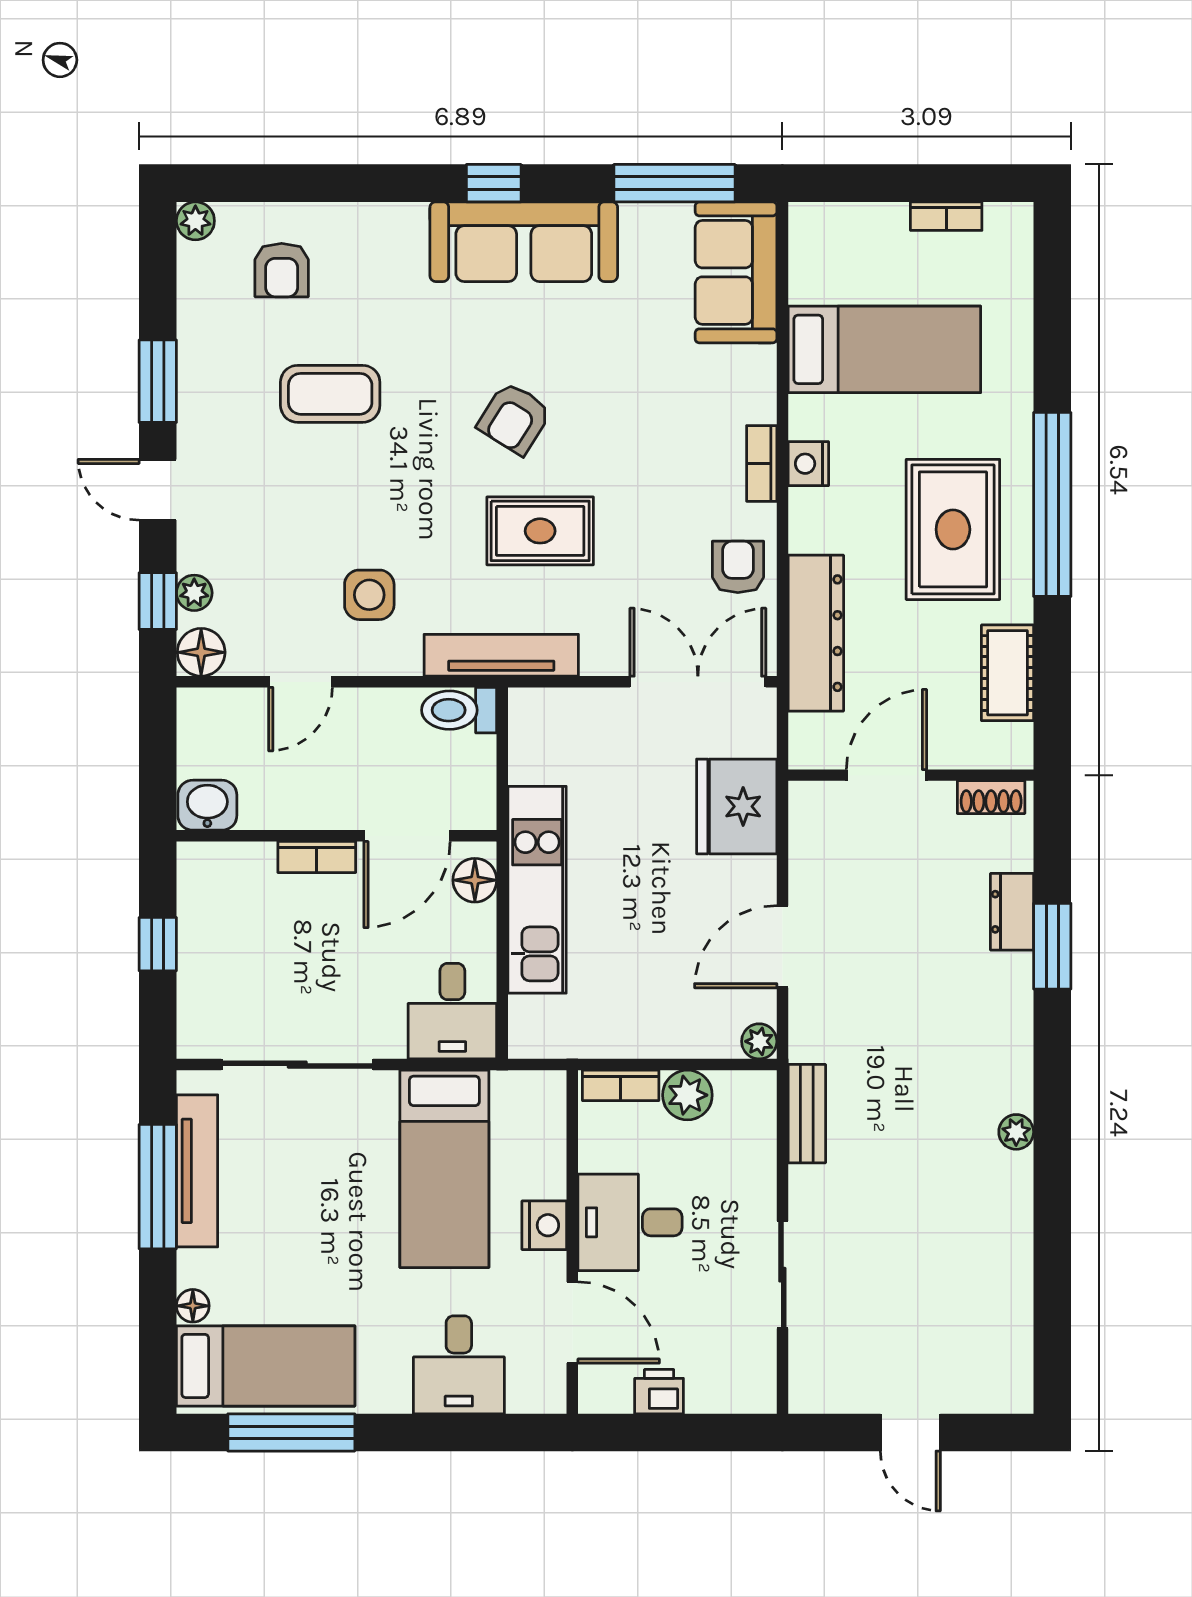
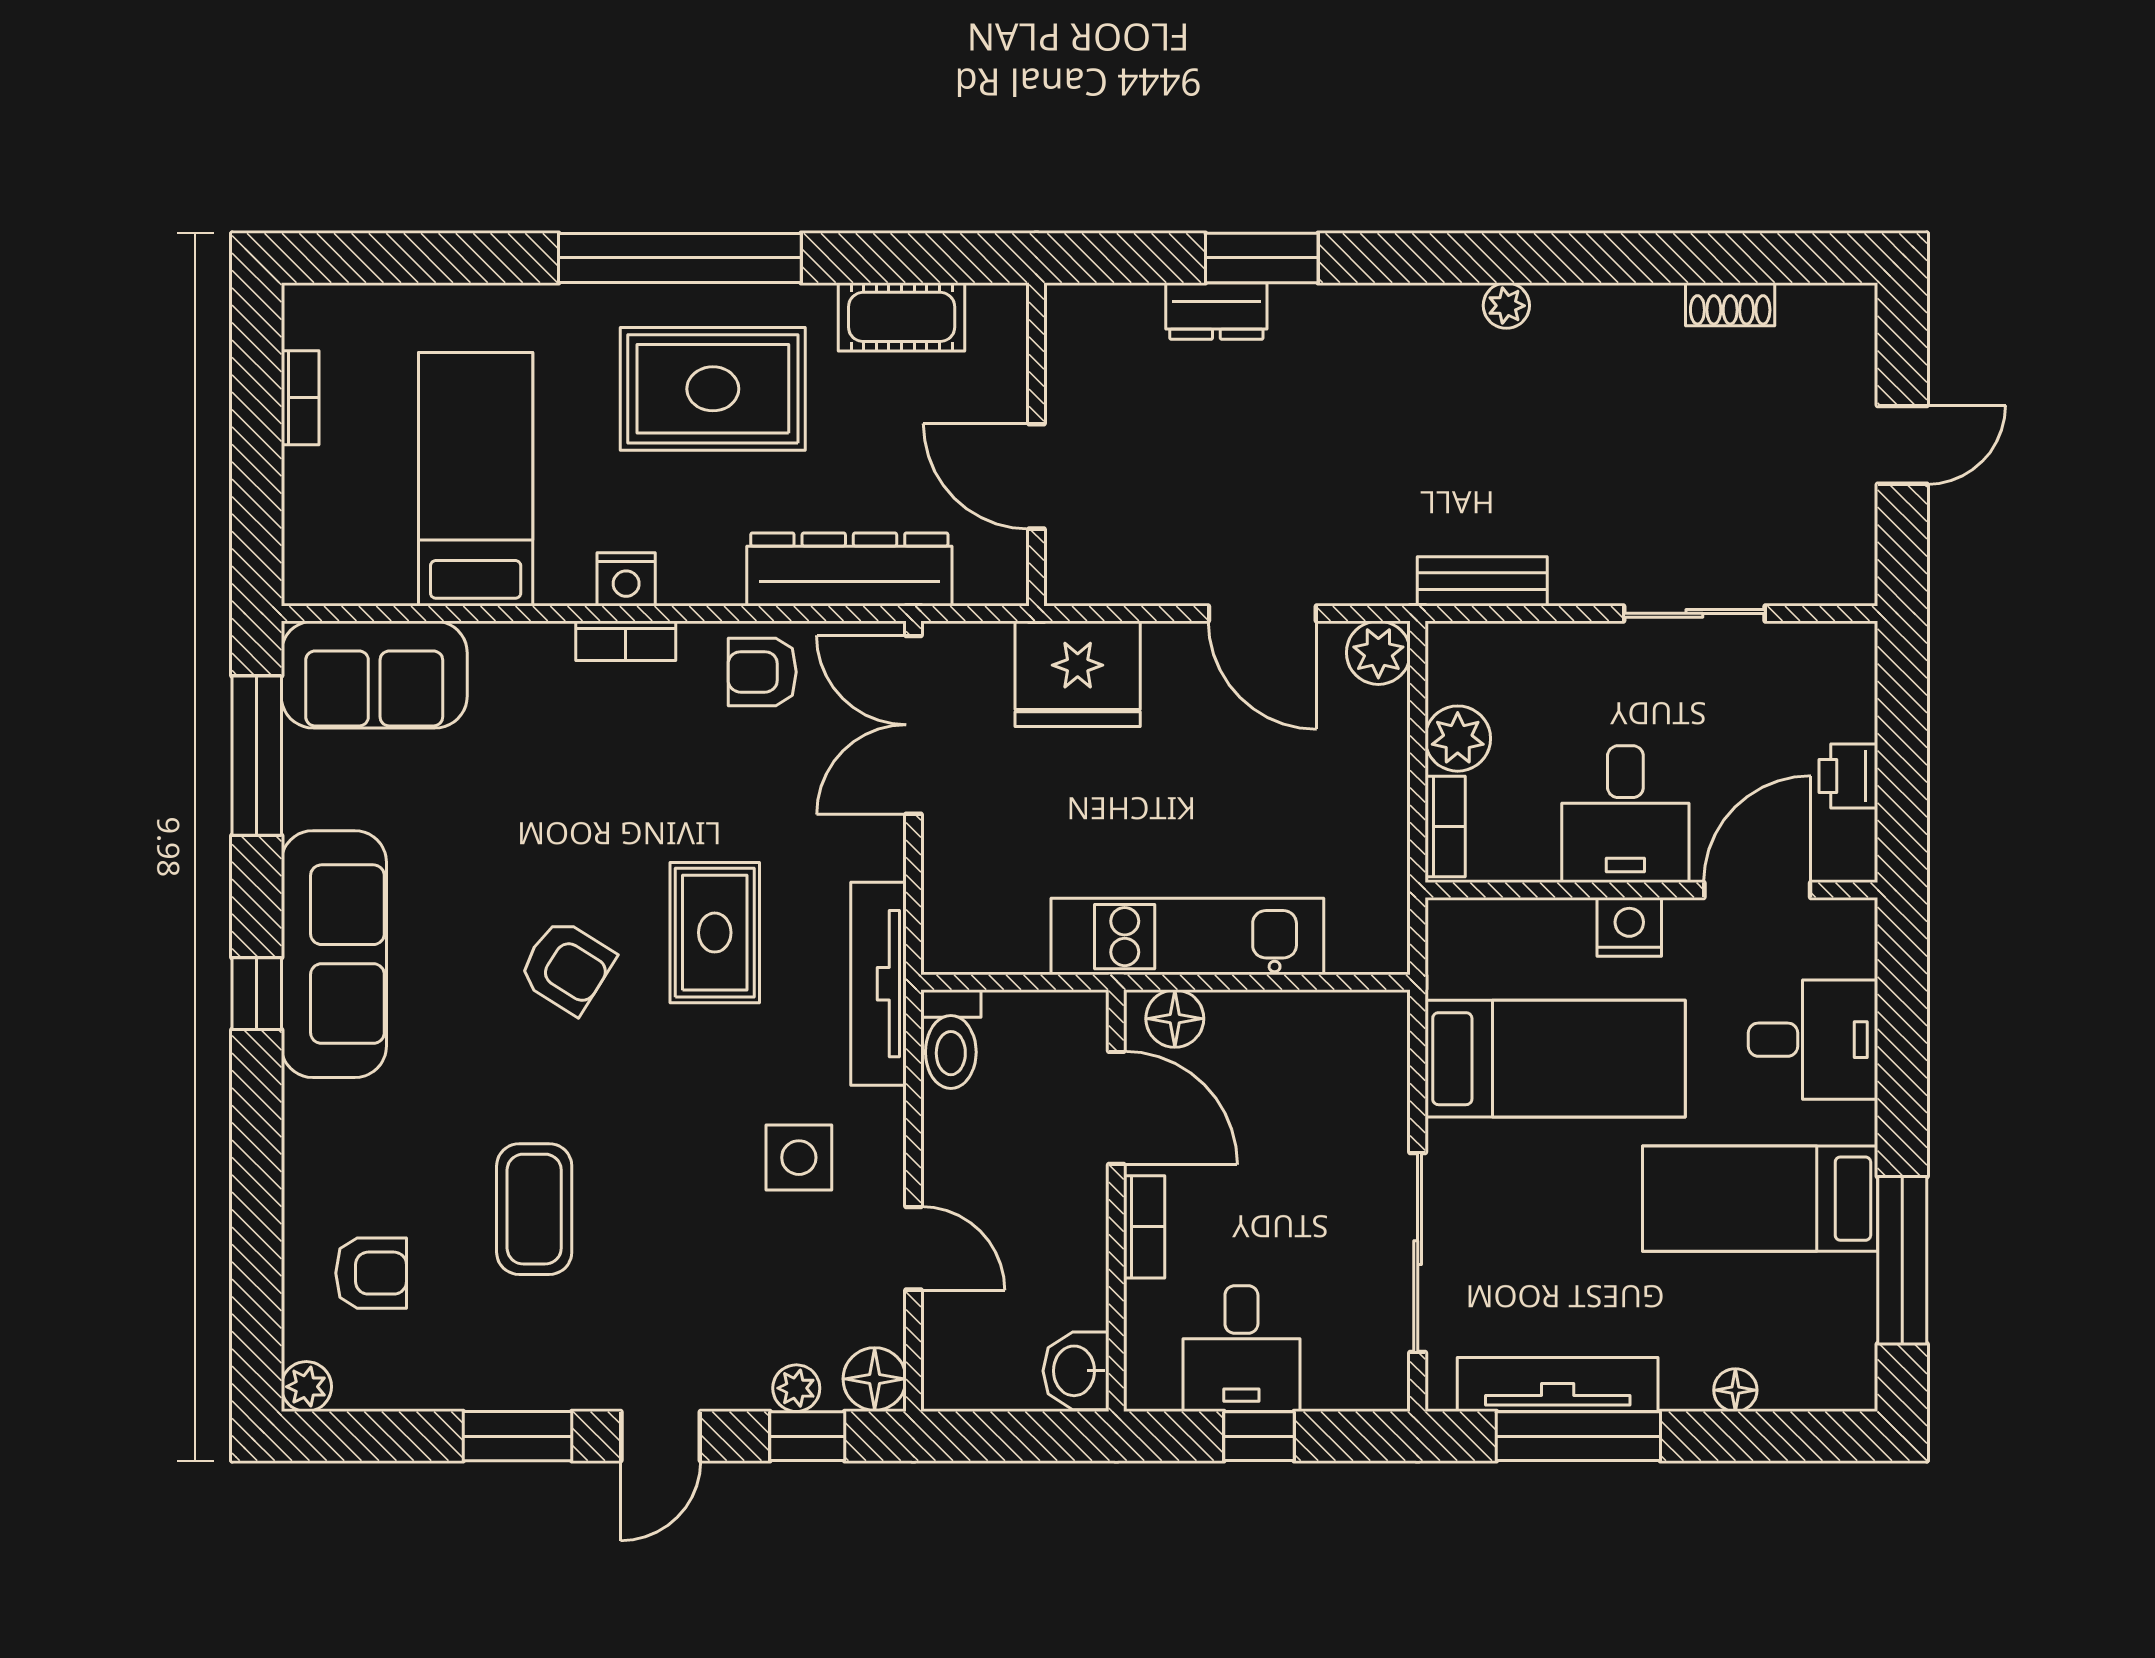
shoe rack: (991, 797) -> (1730, 304), moved, turned 90
desk: (452, 1011) -> (1241, 1349), moved, turned 90
plant: (759, 1041) -> (1378, 653), width x1.38, depth x1.38
bed: (266, 1366) -> (1760, 1199), moved, turned -90

